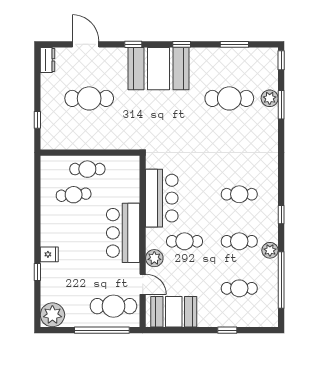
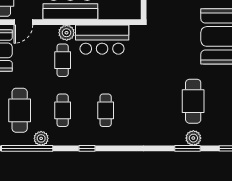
plant: (270, 250) -> (41, 138), moved
plant: (154, 258) -> (67, 33), moved
cafe table: (239, 288) -> (20, 110), width x1.37, depth x1.35

